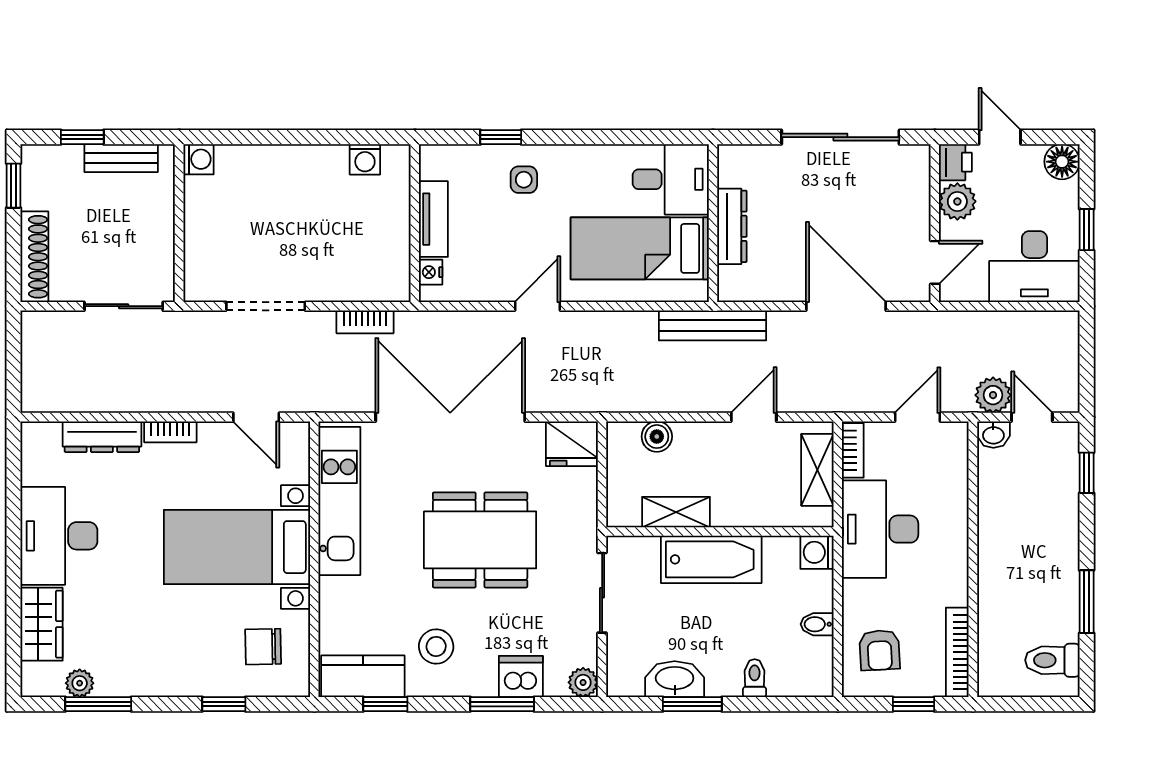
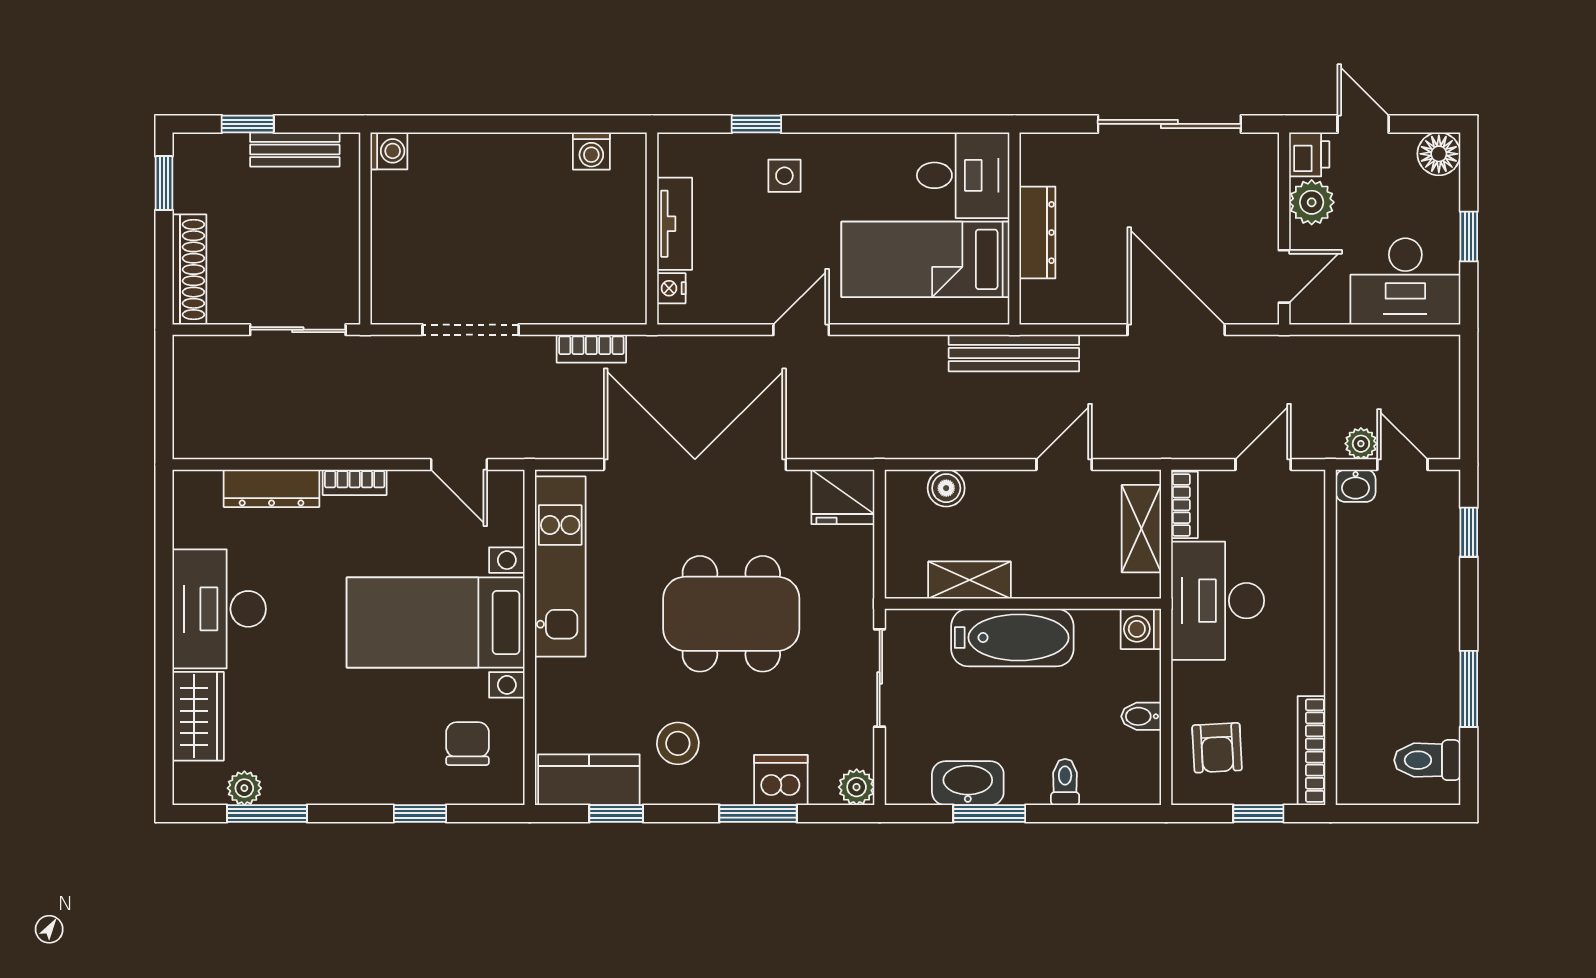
plant: (993, 395) -> (1361, 444), width x0.73, depth x0.73
chair: (263, 647) -> (468, 744), turned 91

